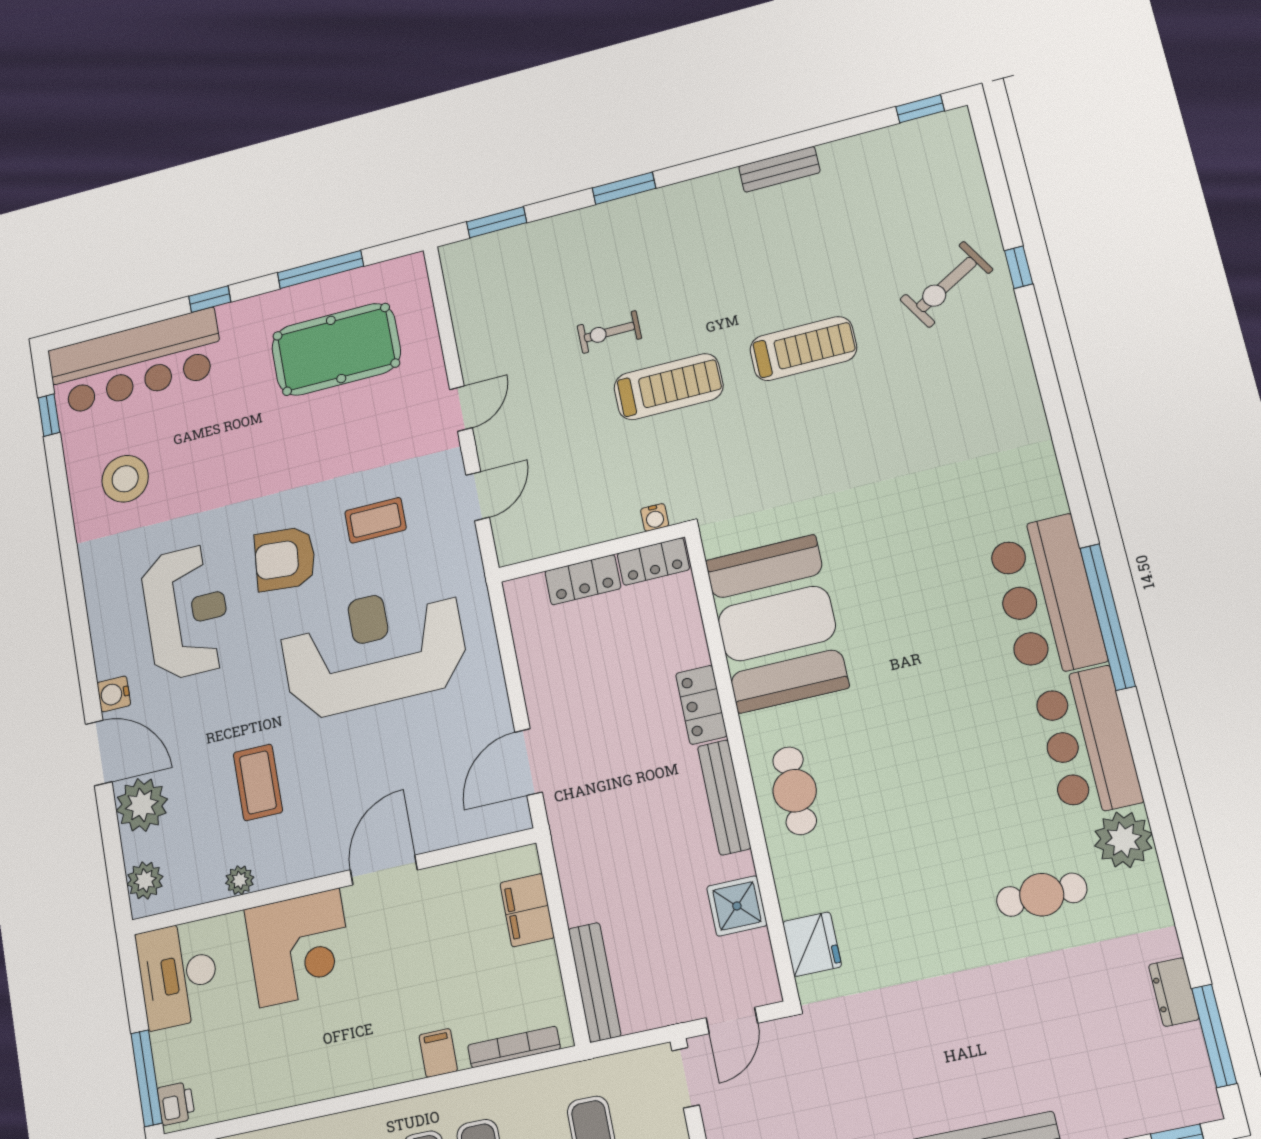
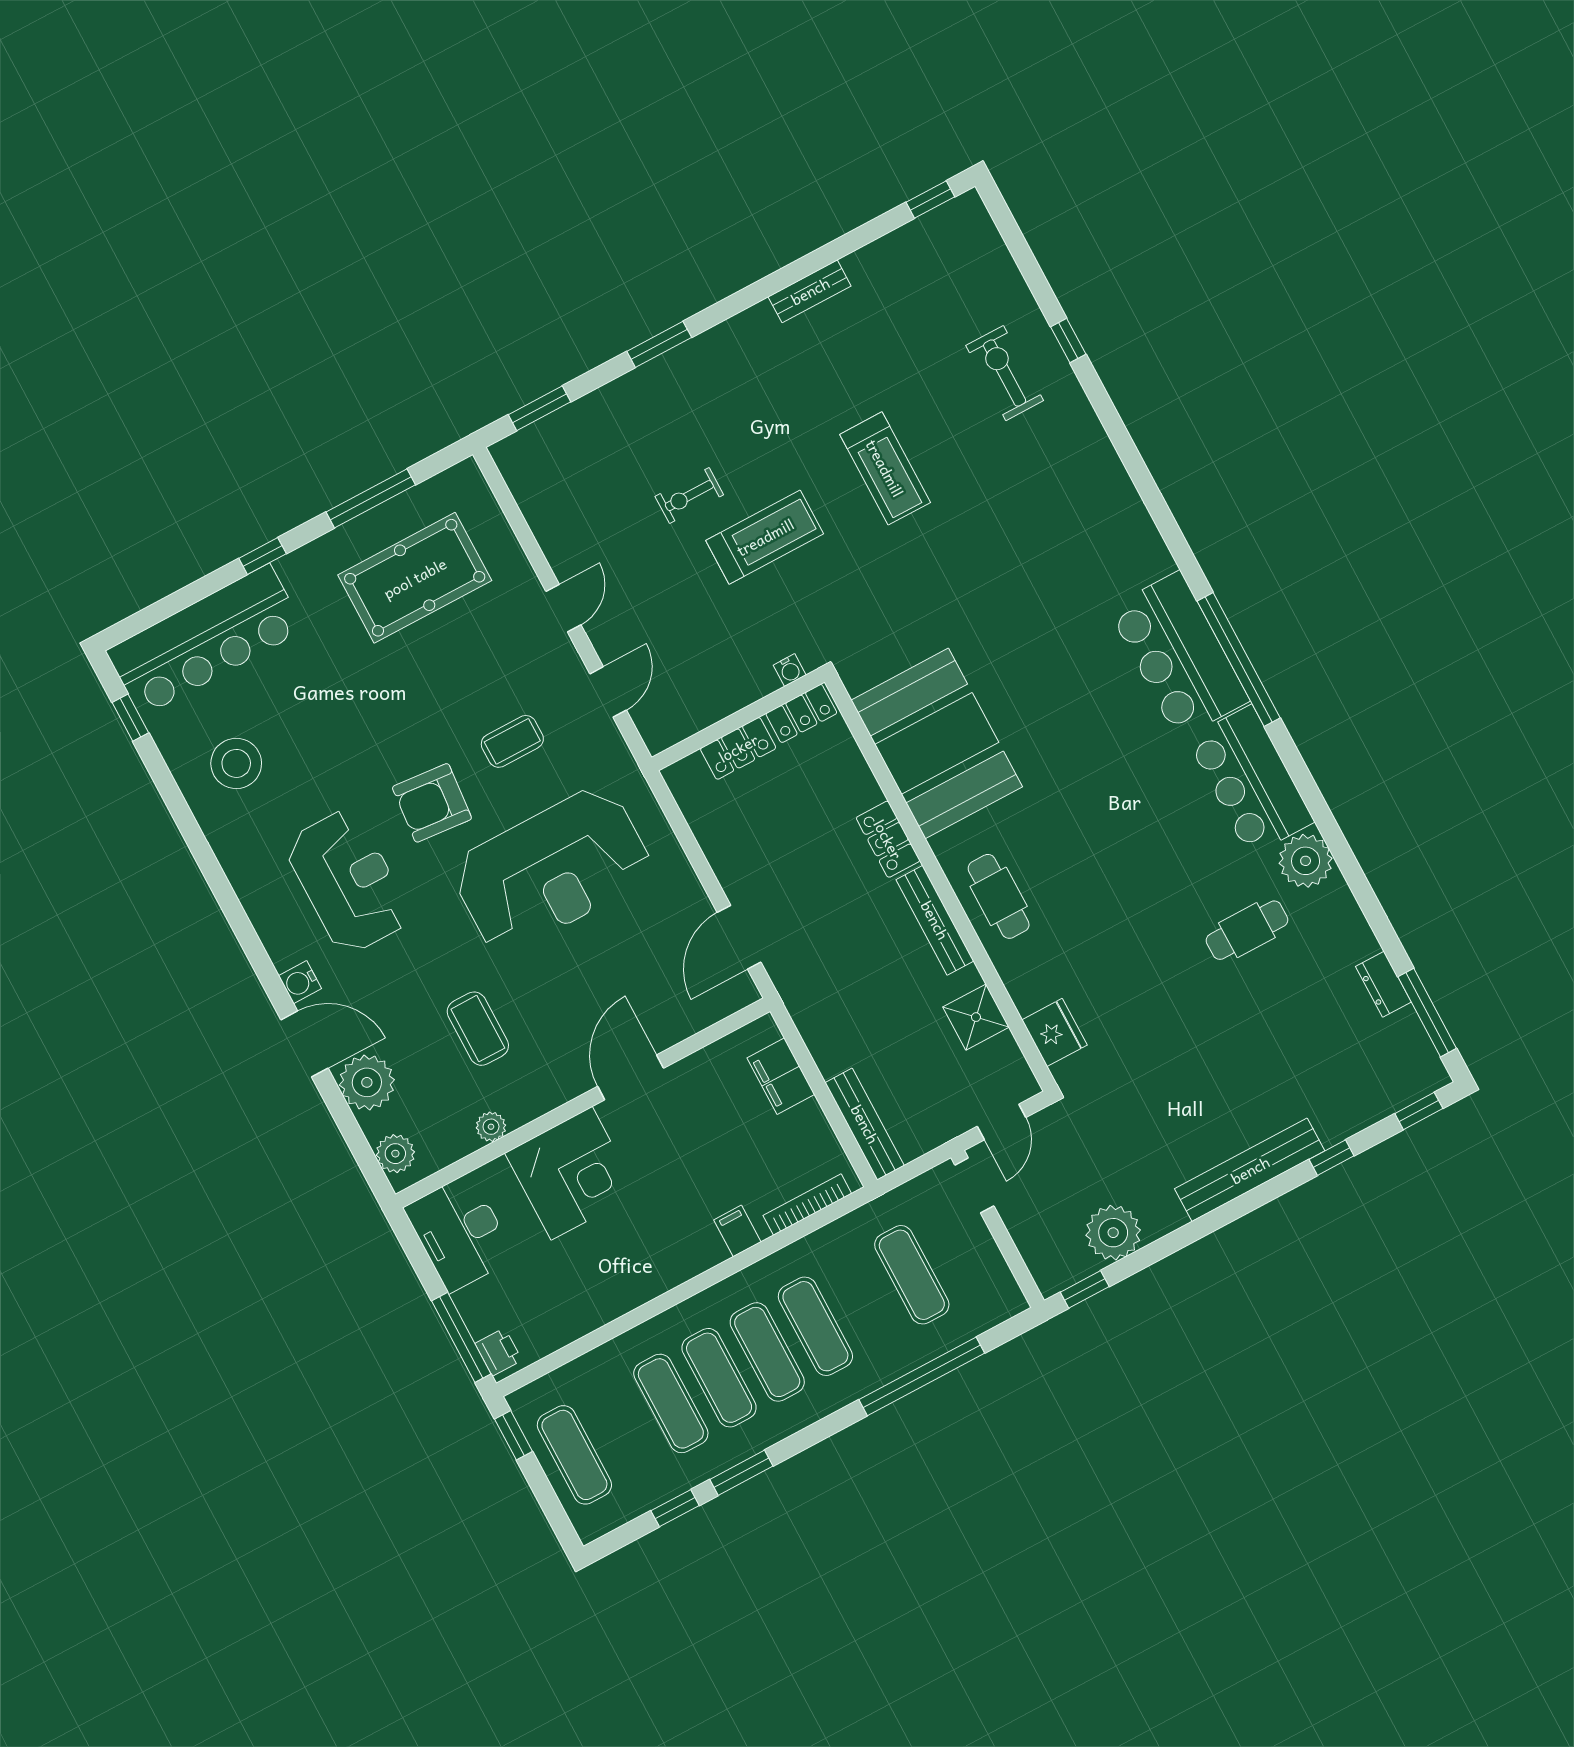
exercise bike: (946, 284) -> (1005, 373), turned 120
treadmill: (803, 349) -> (885, 468), turned 90
reception desk: (373, 650) -> (552, 870), turned 180

